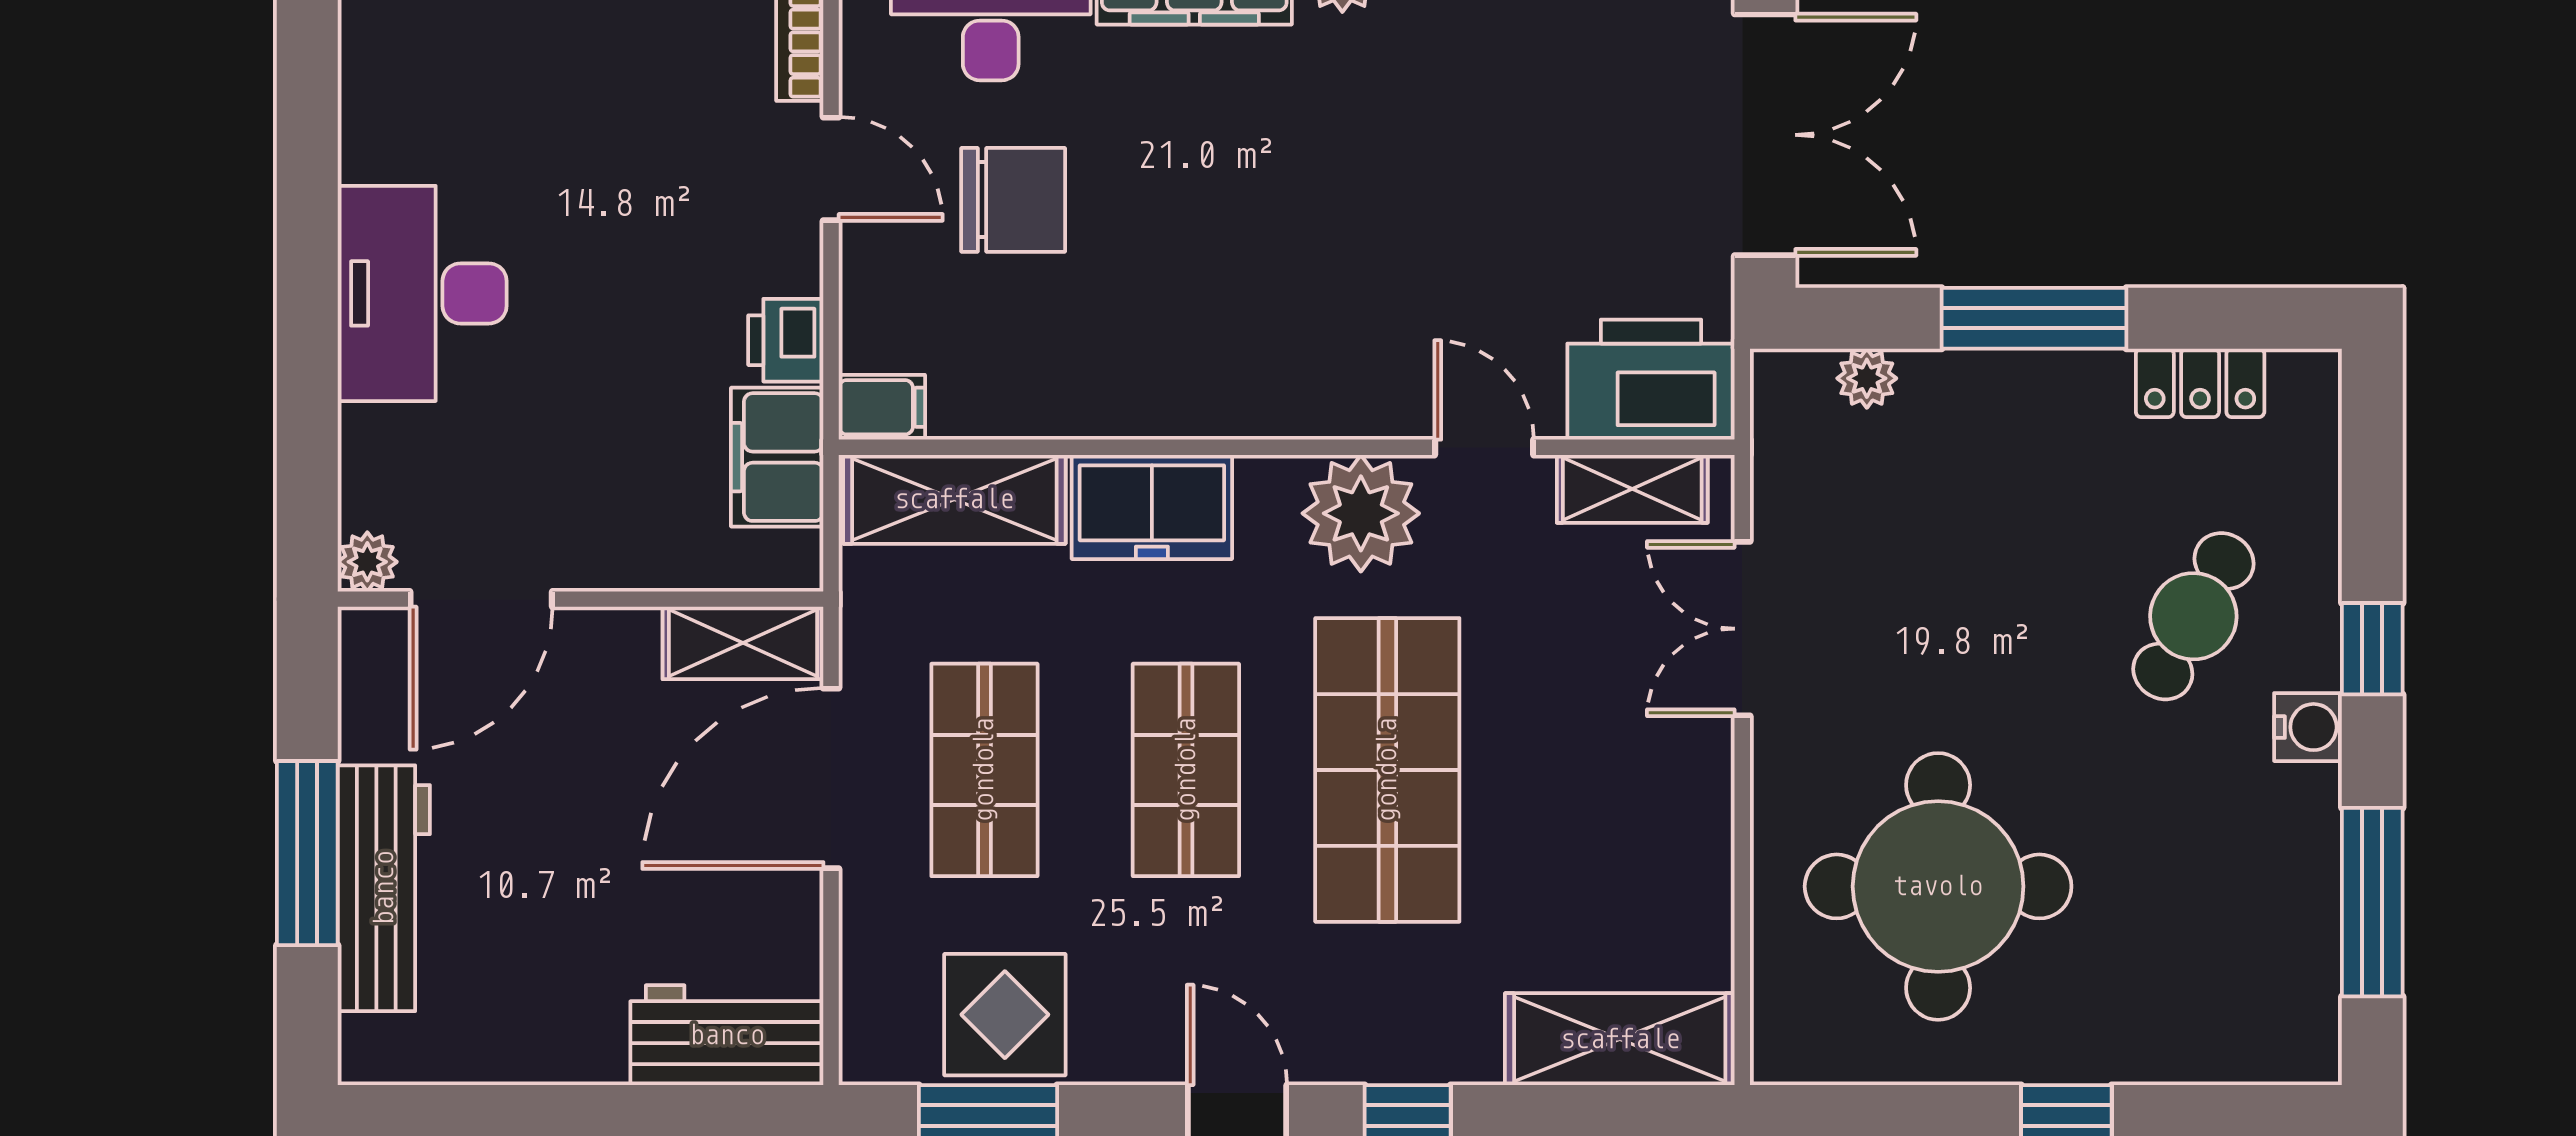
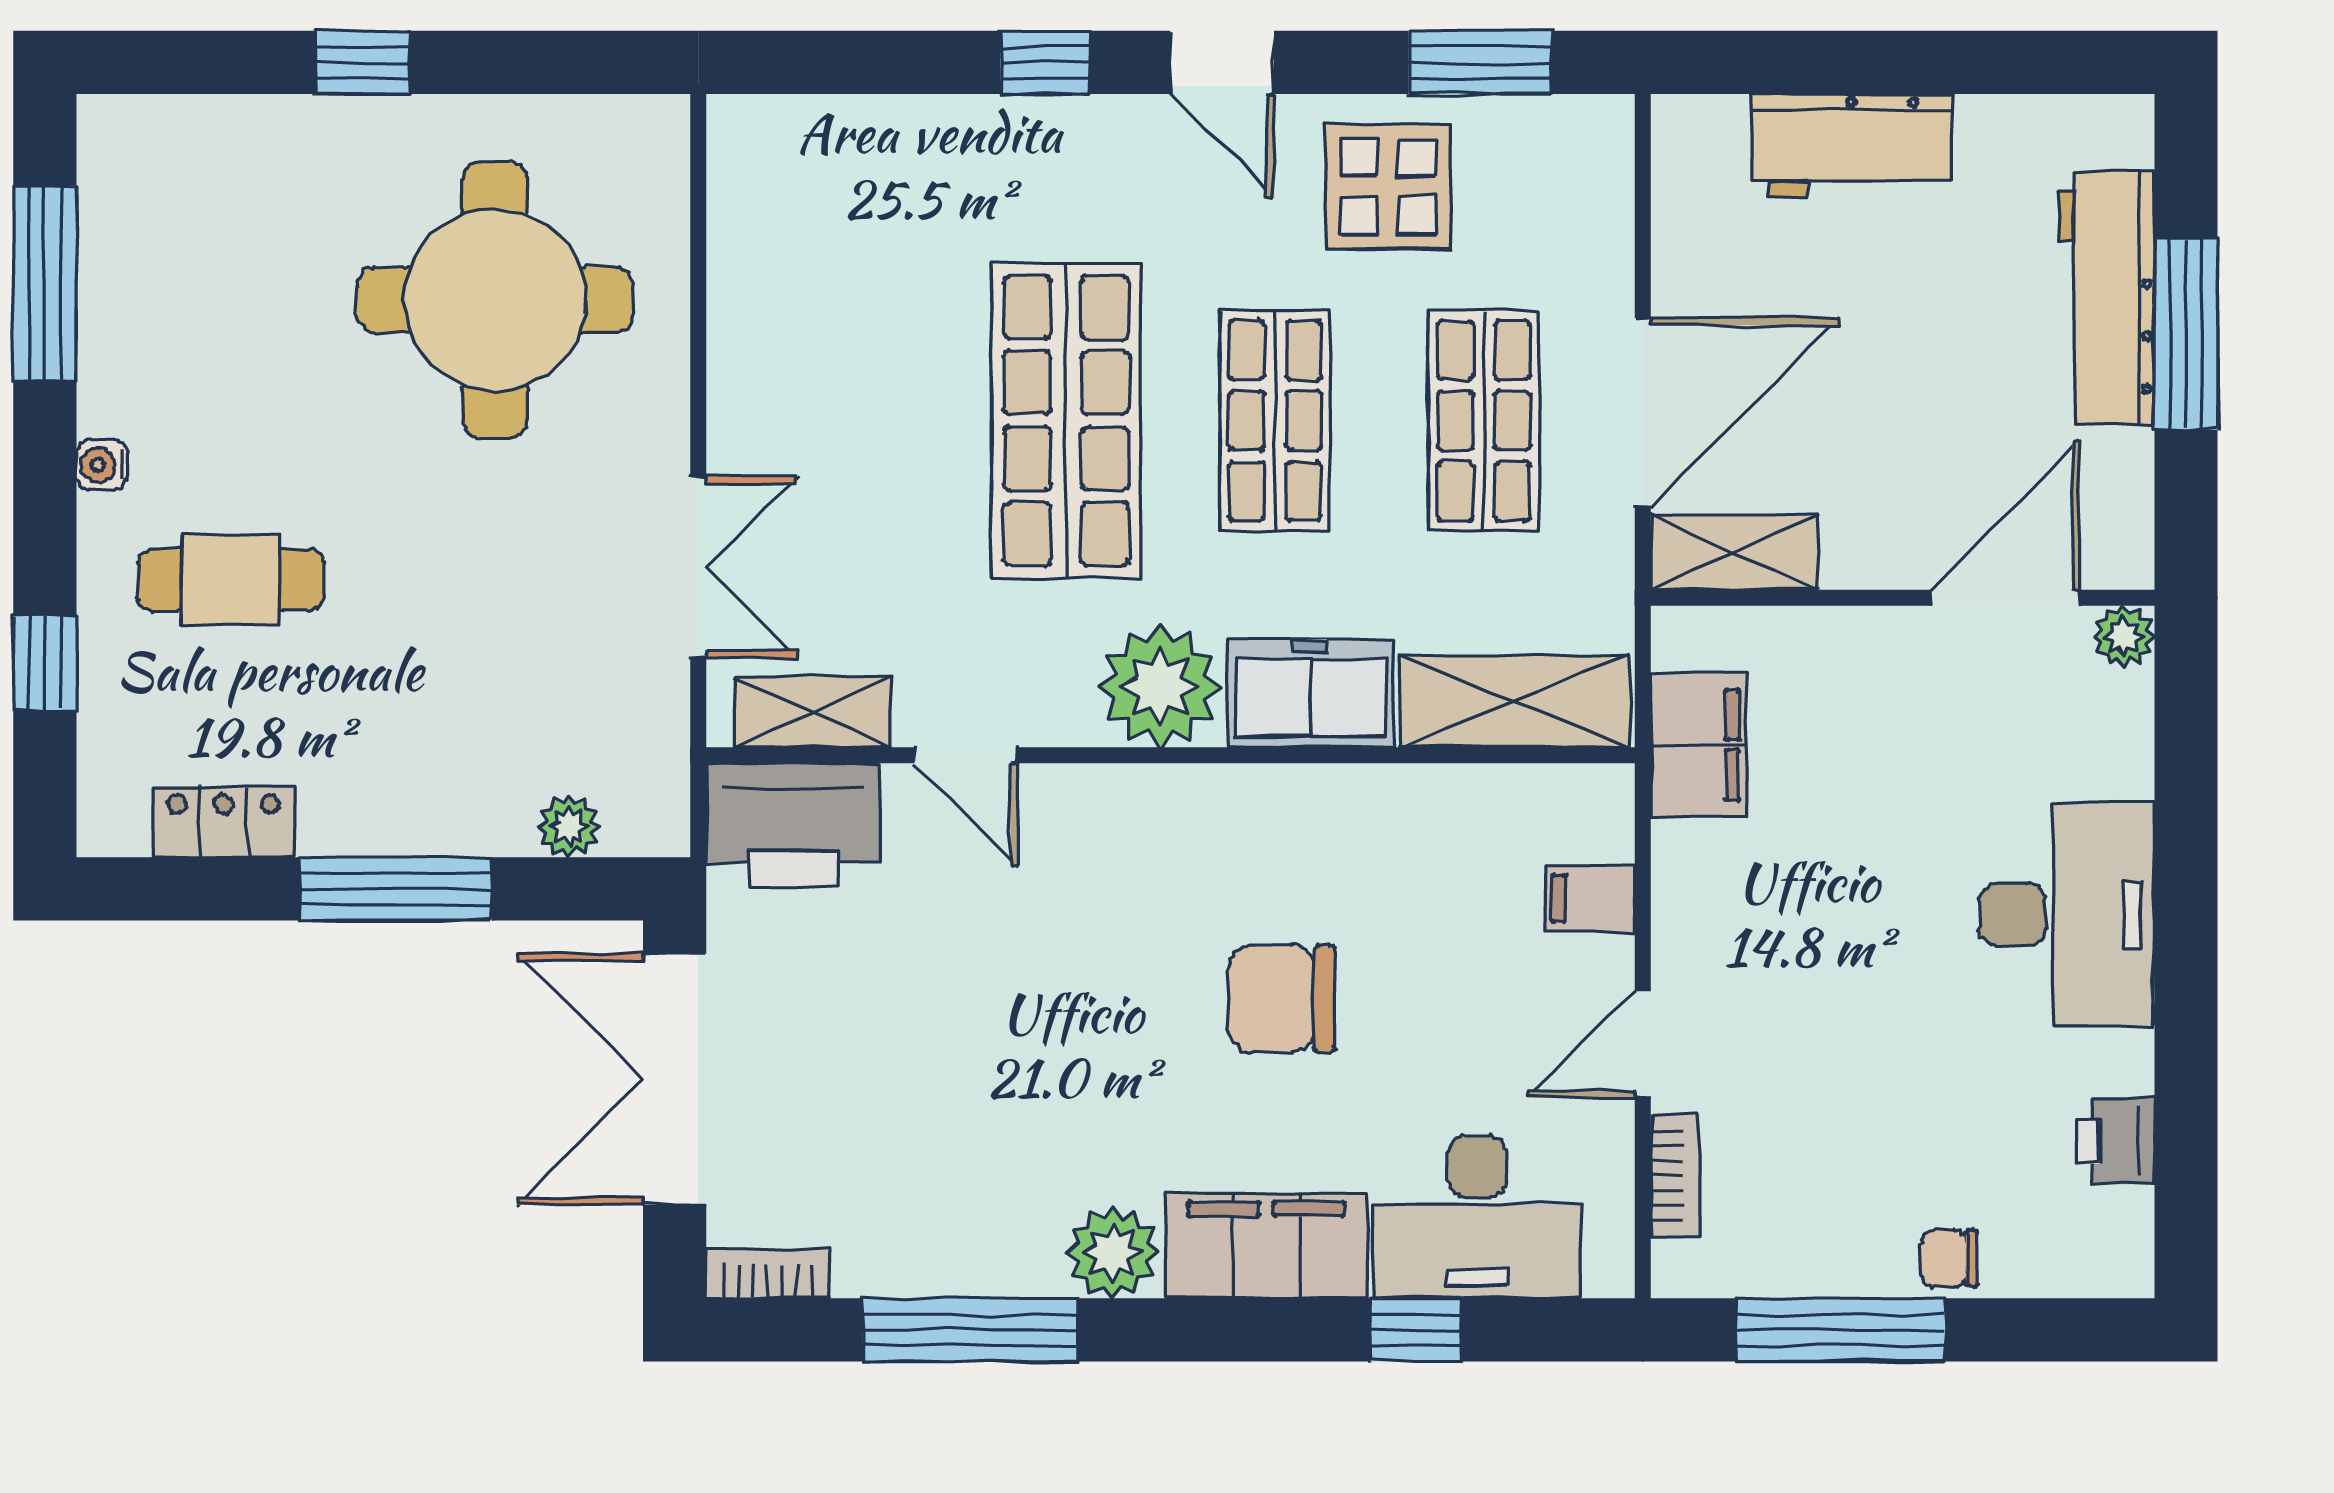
door: (831, 169) -> (1643, 1044), hinge flipped
chair: (1013, 200) -> (1282, 999), moved
printer: (786, 340) -> (2116, 1141), moved, turned 180
filing cabinet: (882, 407) -> (1590, 898), moved
plant: (1361, 513) -> (1160, 687), moved
cafe table: (2193, 616) -> (230, 580), turned 61
window: (2372, 649) -> (45, 663), moved
water cooler: (2308, 727) -> (102, 465), width x0.72, depth x0.72
display table: (1005, 1015) -> (1388, 186), moved
workbench: (727, 1035) -> (1852, 146), moved
shelving: (1620, 1039) -> (825, 142), removed

